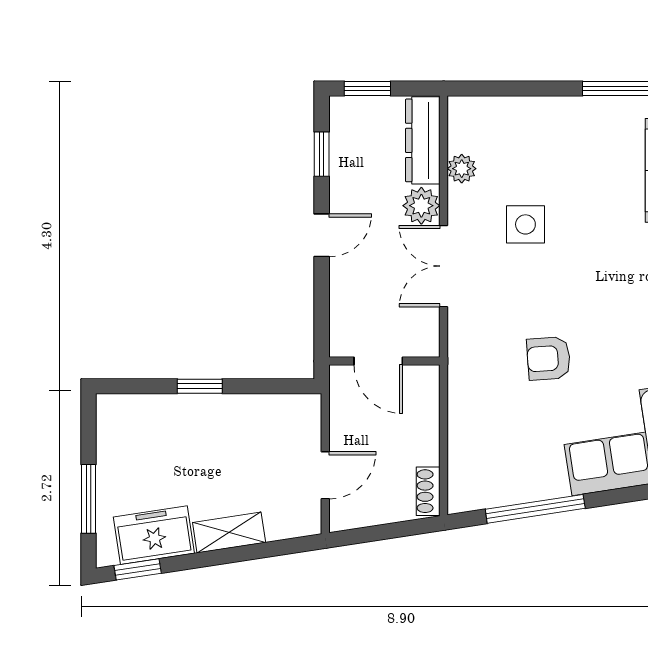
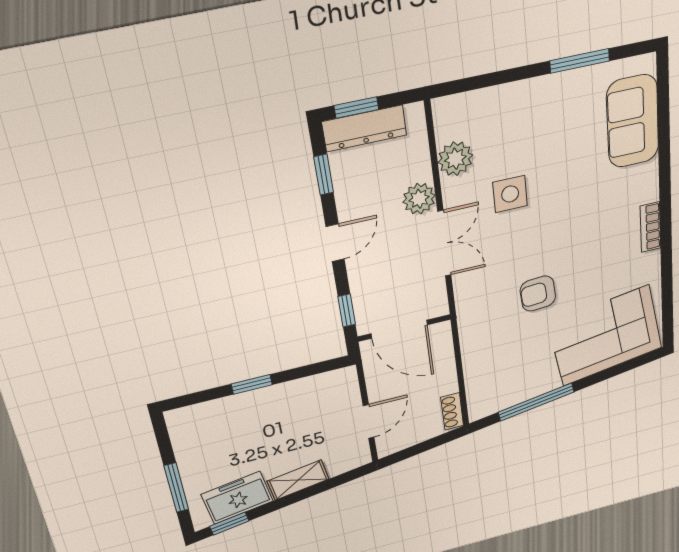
dresser: (423, 140) -> (364, 128), moved, turned -90
plant: (462, 169) -> (455, 159), width x1.38, depth x1.38
double door: (444, 266) -> (444, 243), swing flipped
window: (322, 321) -> (347, 310), added
door: (378, 361) -> (399, 329), width x1.38

